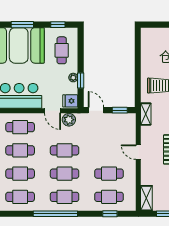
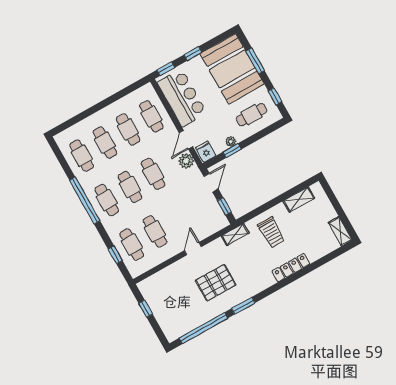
shelving: (146, 198) -> (299, 200), moved

